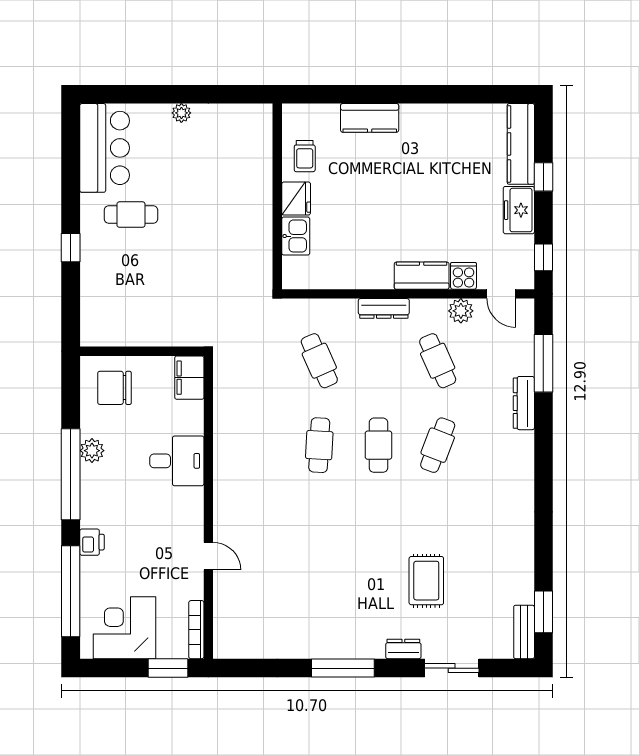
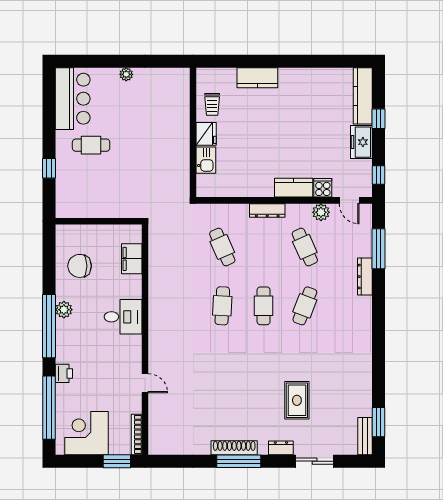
wall: (142, 351) -> (99, 221), moved
shoe rack: (336, 649) -> (234, 448), added

